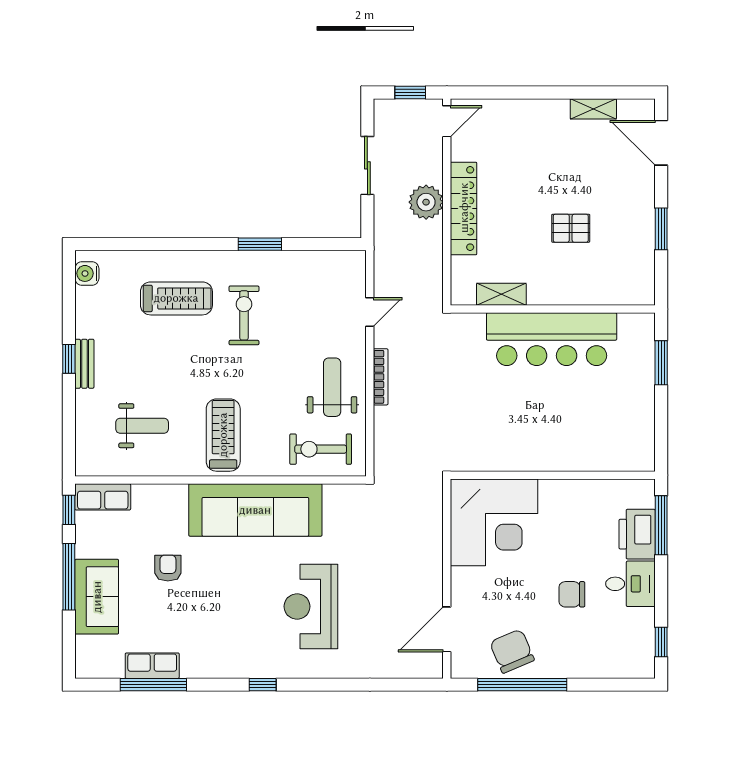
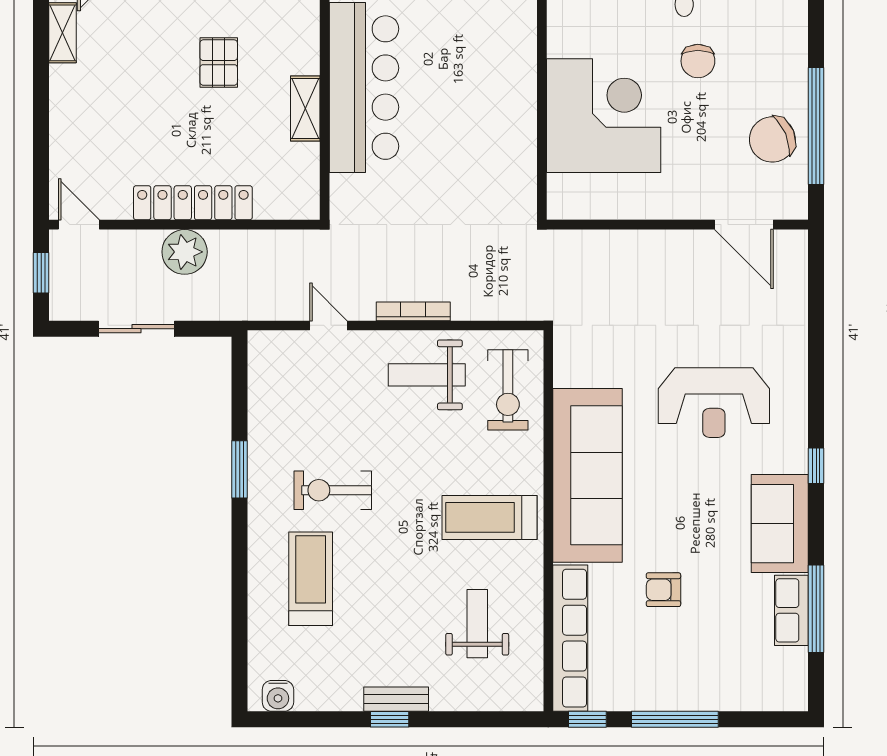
shelving: (501, 294) -> (305, 108), moved
row of seats: (103, 497) -> (570, 638), width x2.02
corner desk: (494, 522) -> (604, 116), moved
sofa: (97, 597) -> (780, 524), moved, turned -90

